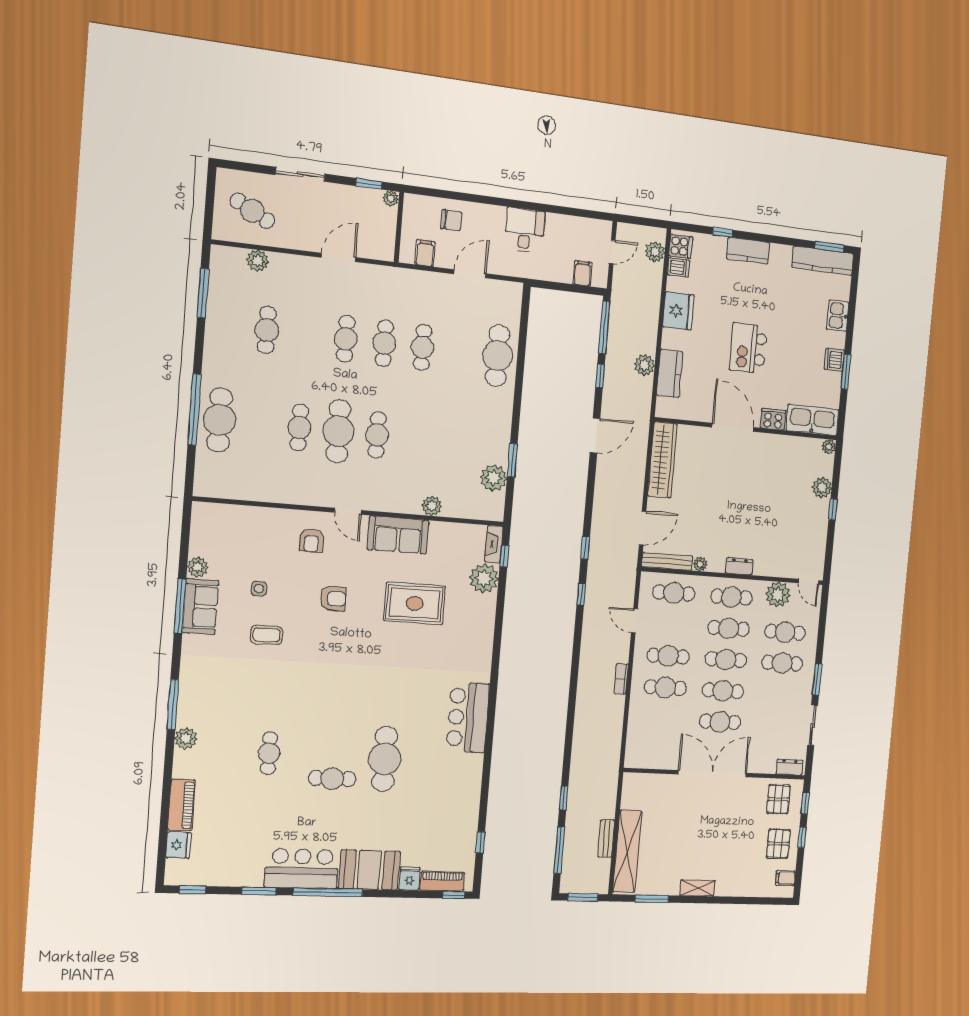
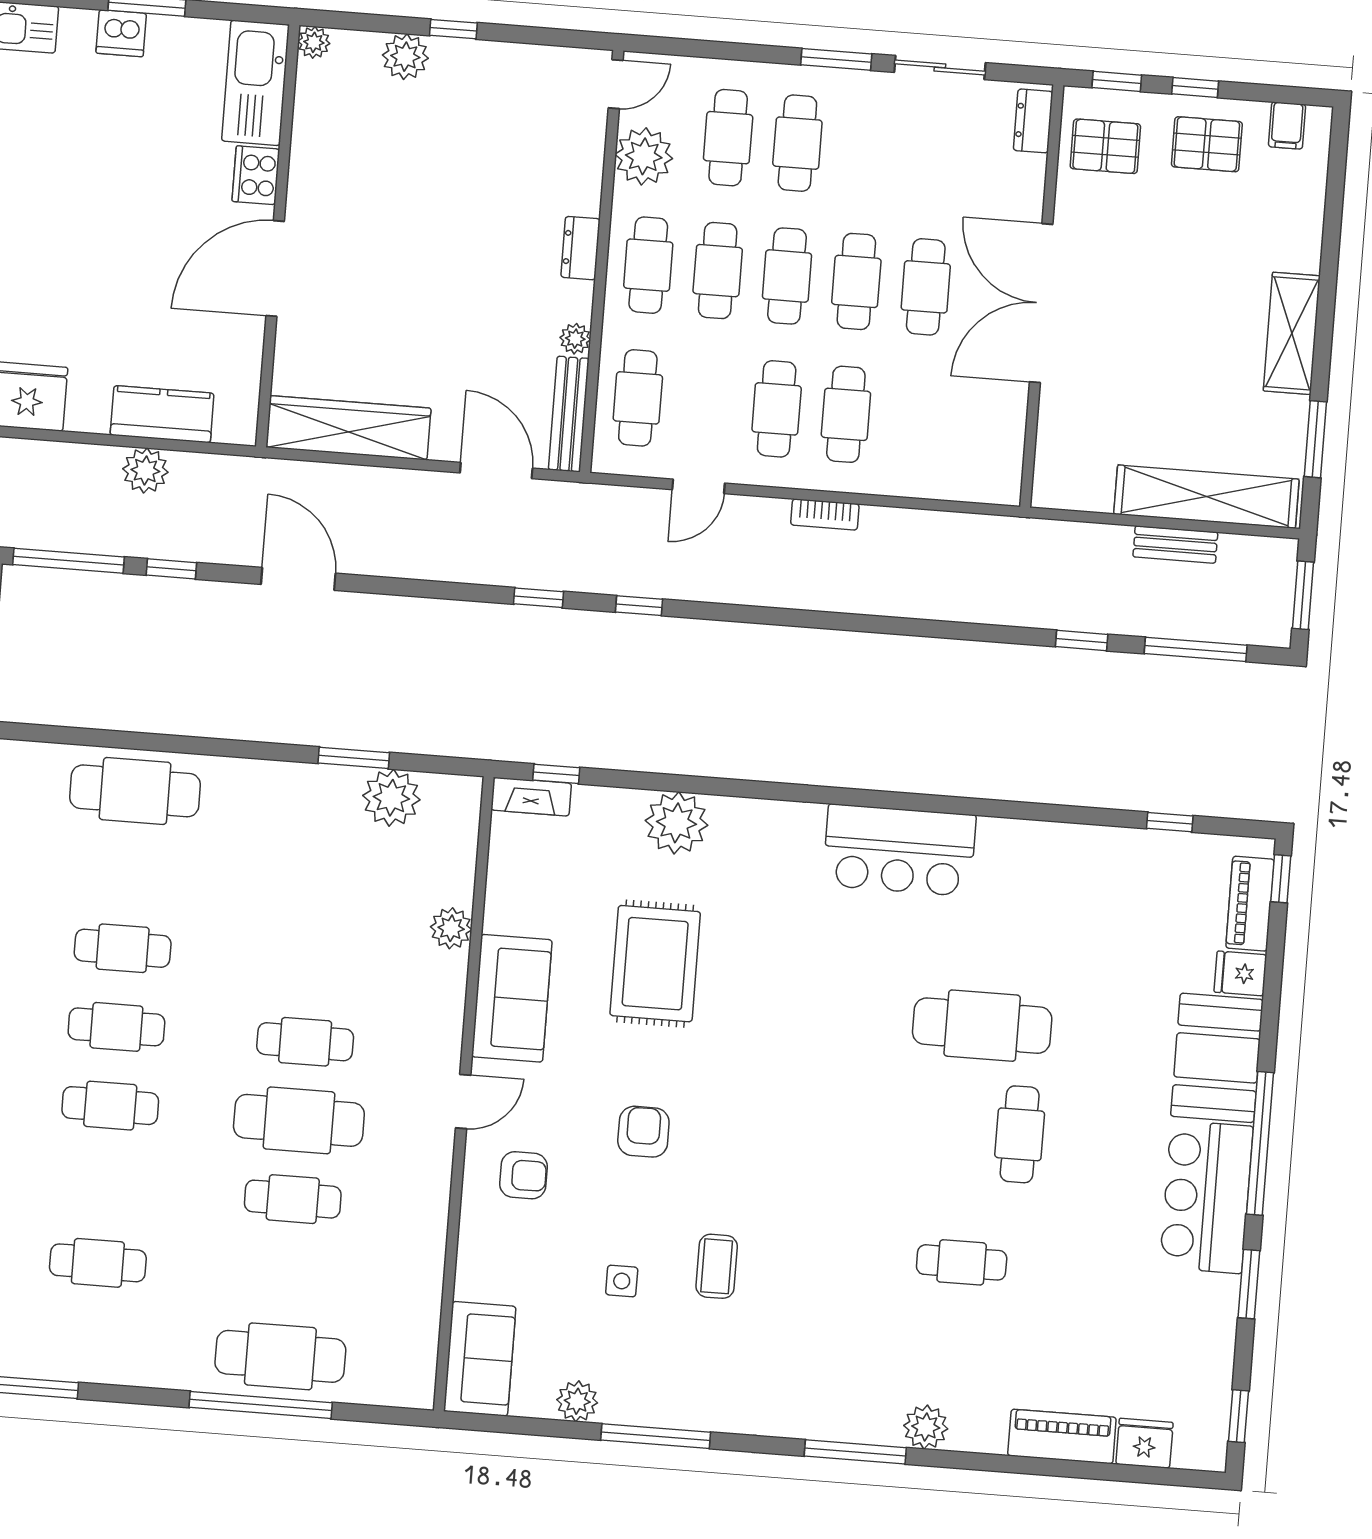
kitchen island: (748, 348) -> (102, 236), removed
plant: (484, 578) -> (676, 823), moved
sofa: (201, 606) -> (480, 1359), moved, turned 90
shelving: (697, 888) -> (1292, 333), width x1.50, depth x1.33

